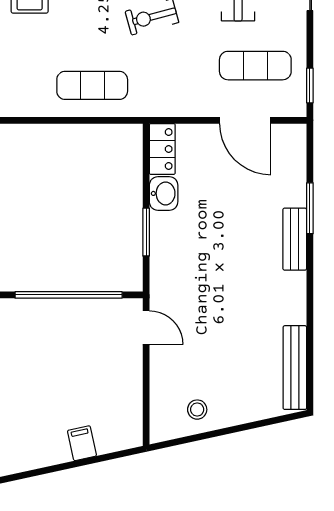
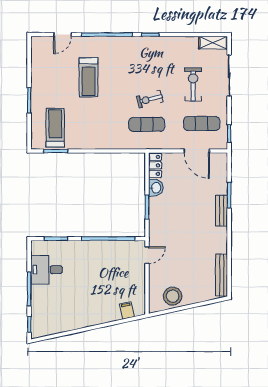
exercise mat: (92, 85) -> (147, 124), moved
door: (146, 328) -> (147, 255), hinge flipped
stool: (197, 410) -> (173, 296), width x1.89, depth x1.89
filing cabinet: (82, 443) -> (127, 310), moved

